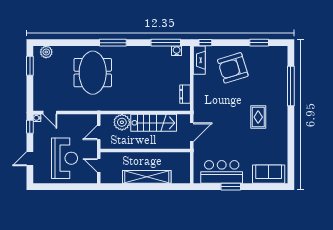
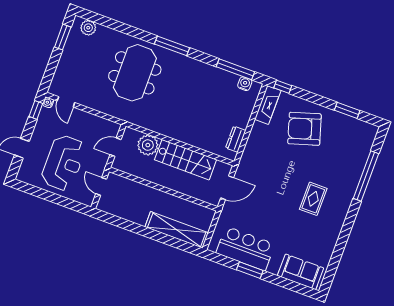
shelving: (147, 177) -> (177, 230), moved

